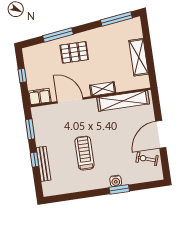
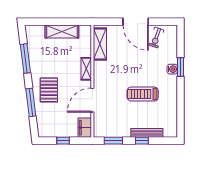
window: (116, 19) -> (25, 58), moved
shelving: (123, 101) -> (100, 44), width x0.68

